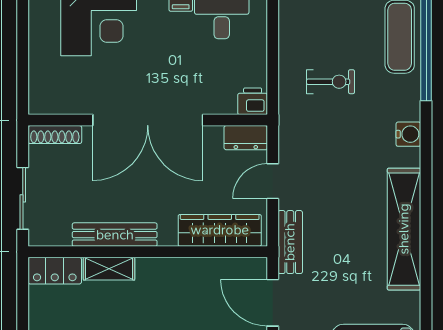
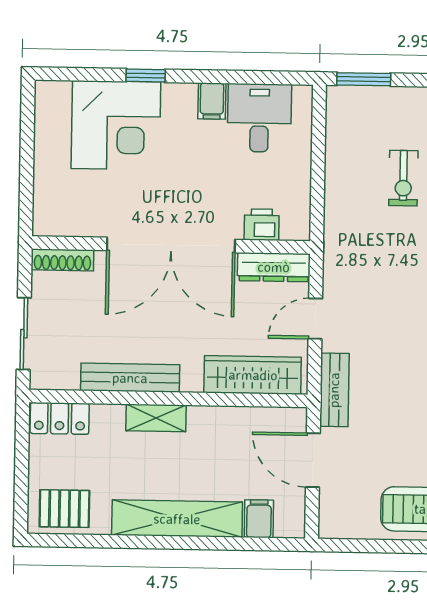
exercise bike: (331, 82) -> (403, 178), moved, turned 90
printer: (253, 101) -> (262, 225), moved
dresser: (246, 138) -> (274, 267), width x1.44
shelving: (109, 269) -> (156, 418), moved

